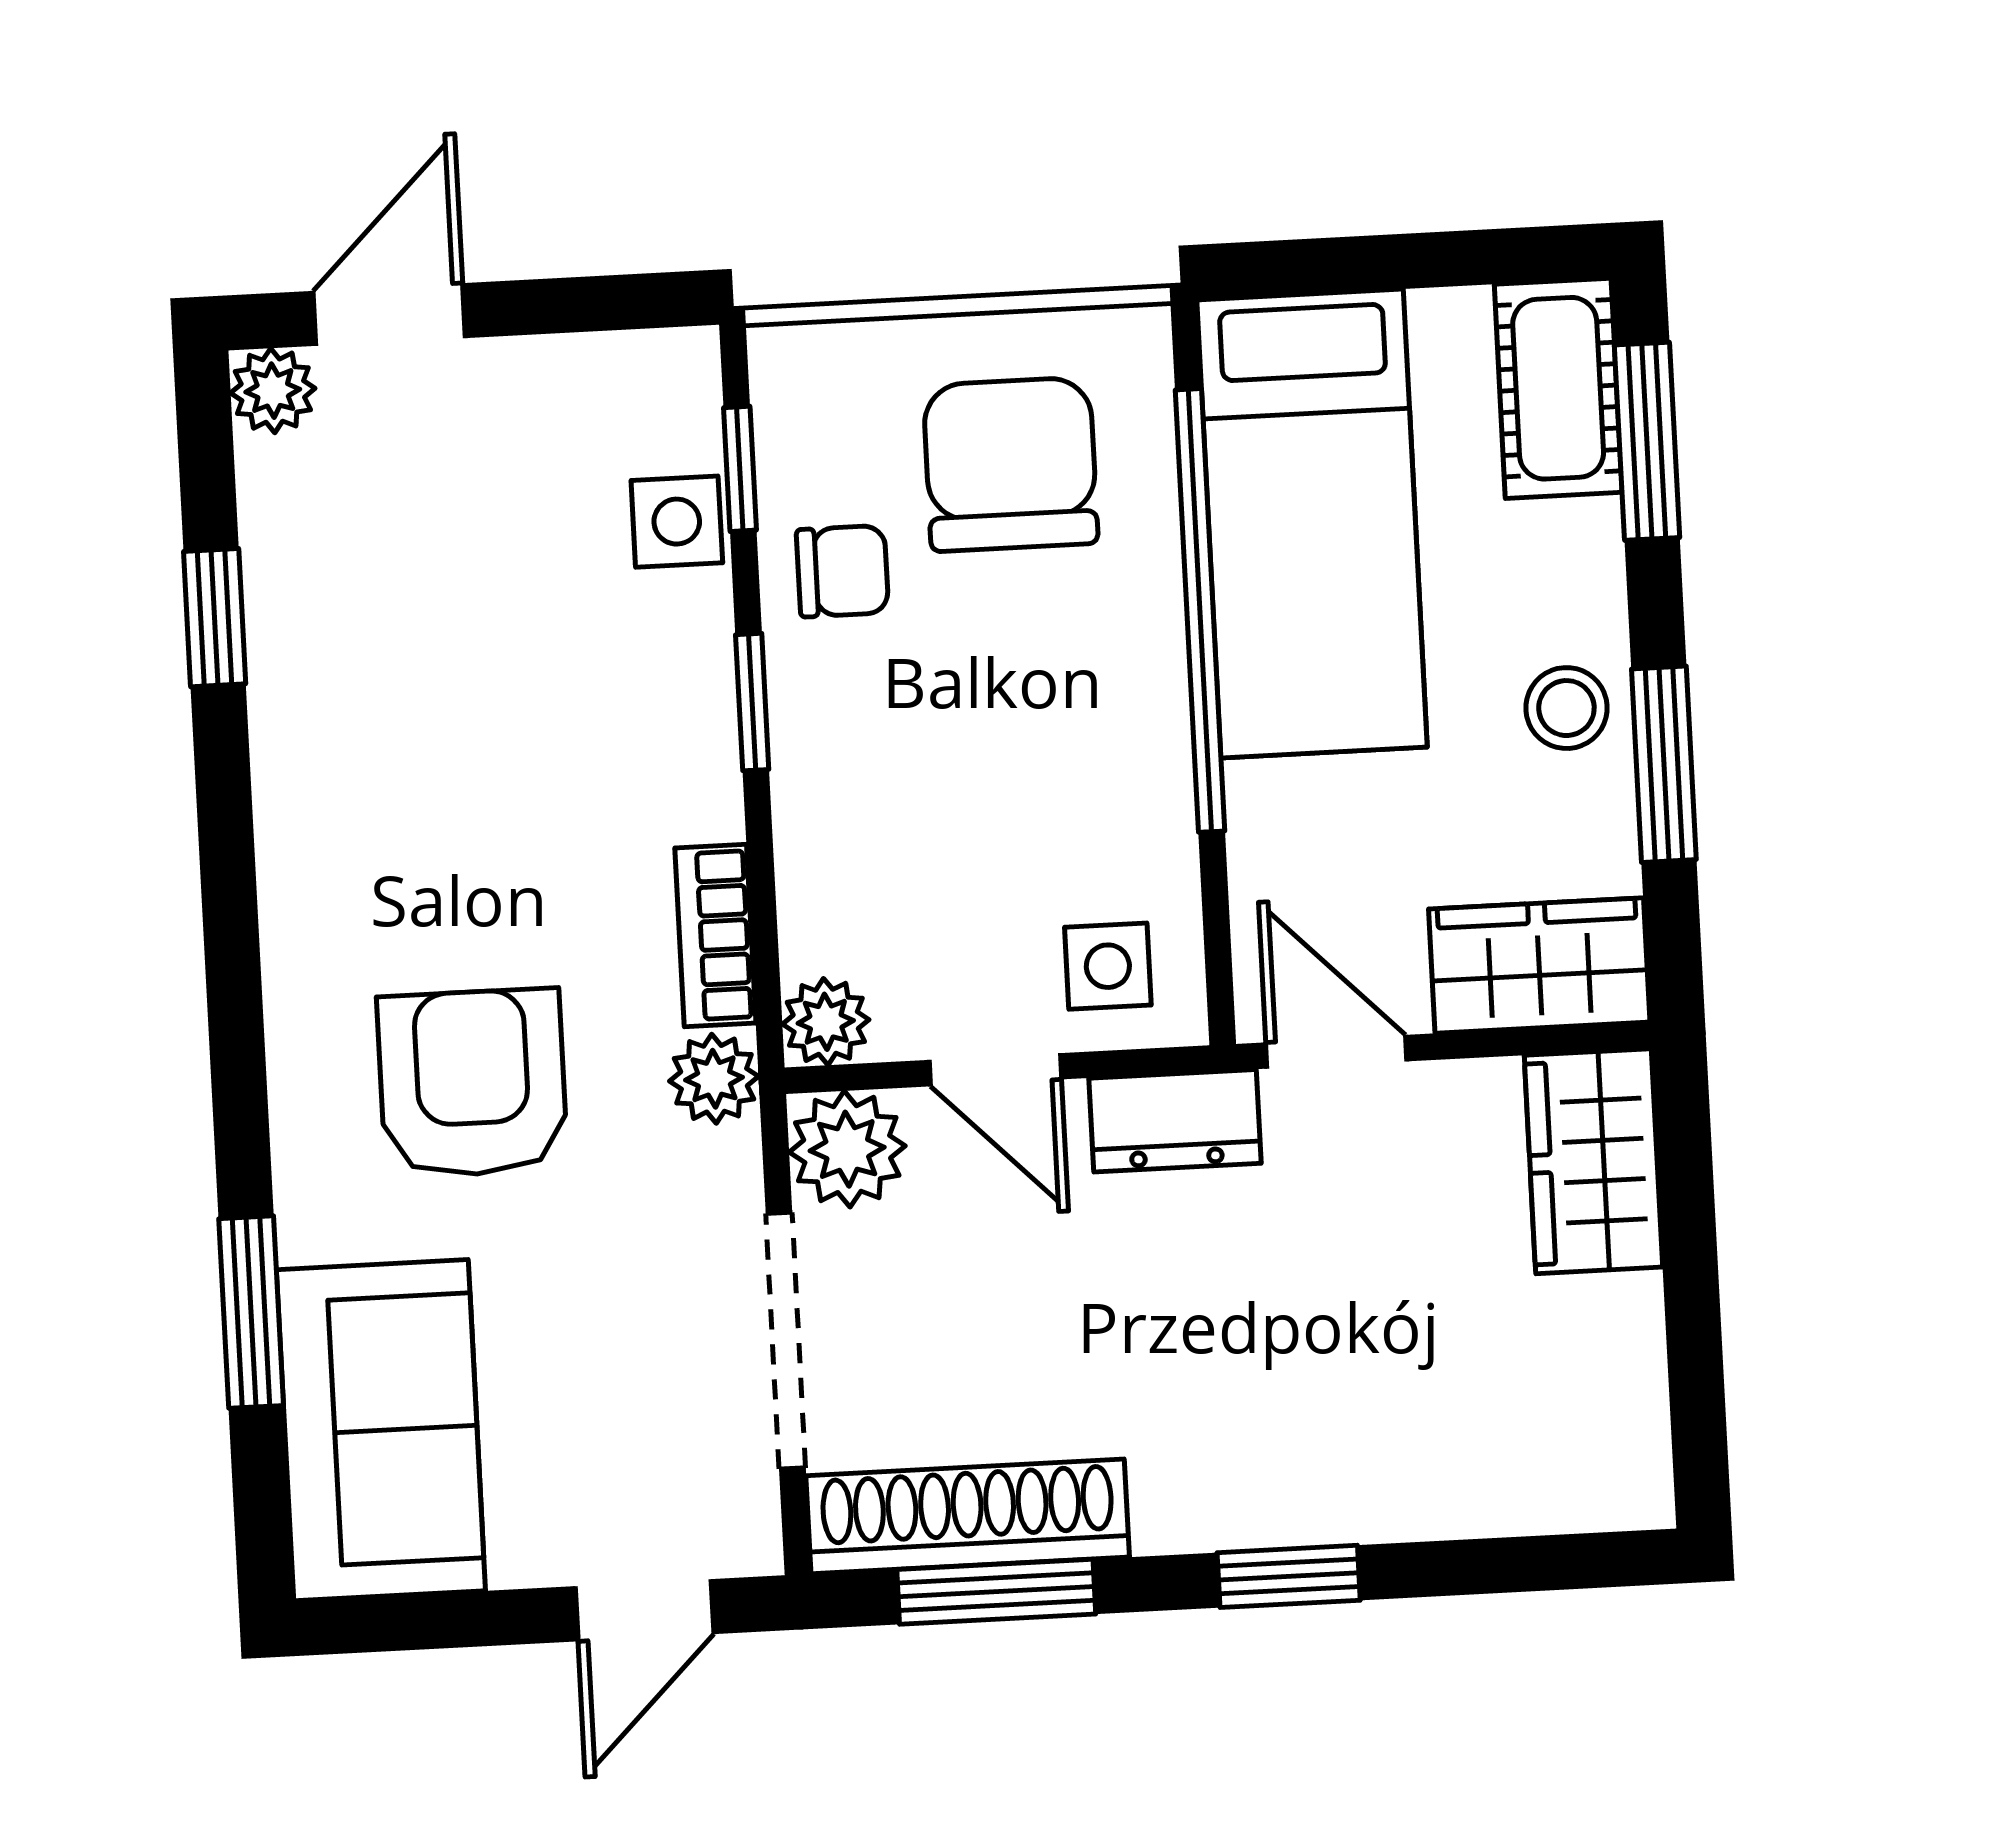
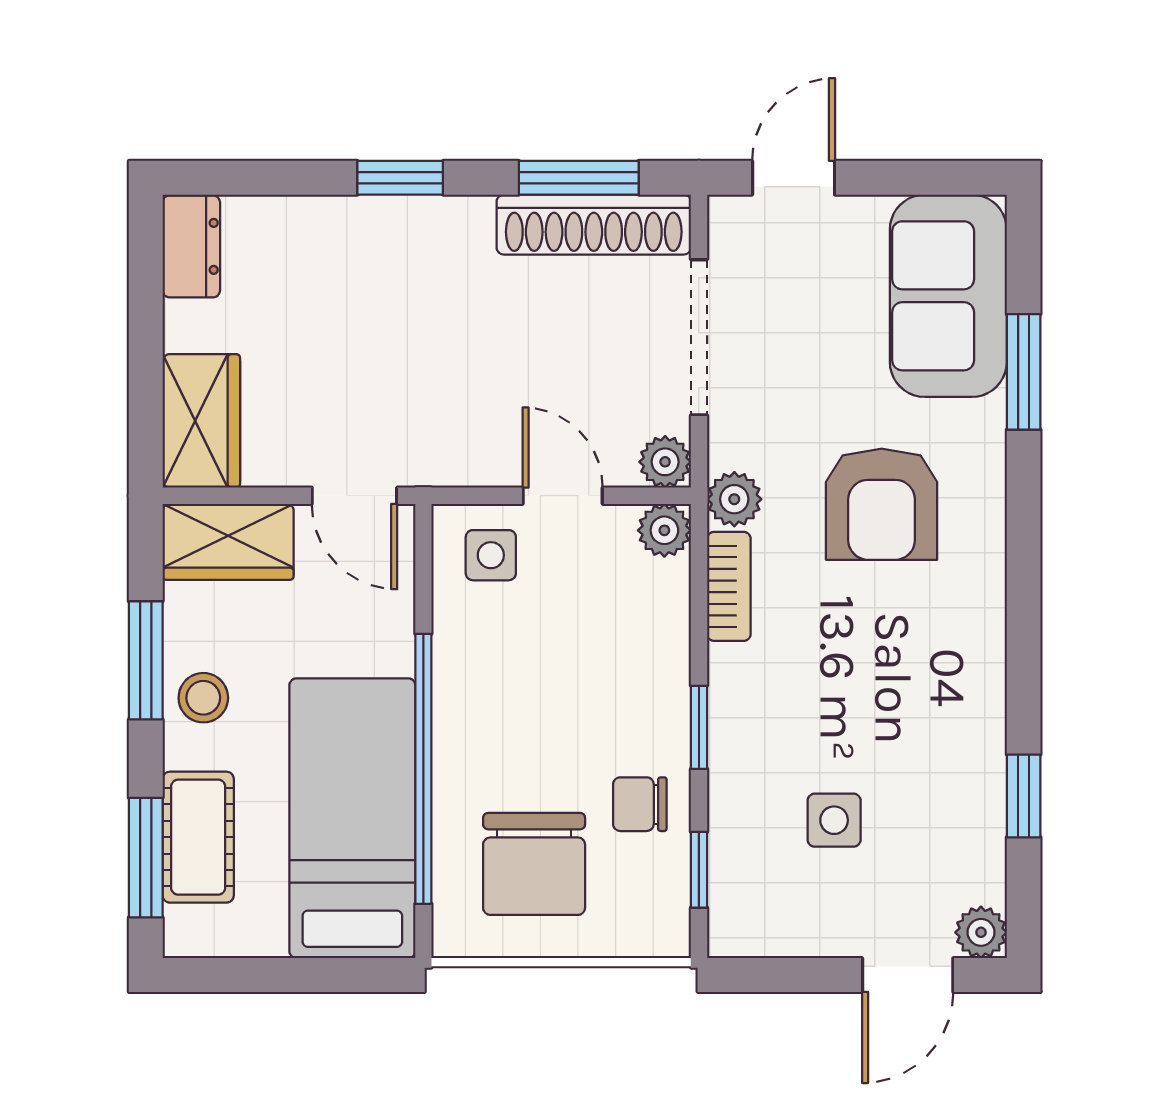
cot: (1558, 388) -> (198, 837), moved
side table: (677, 522) -> (834, 820), moved
dresser: (1175, 1121) -> (191, 246), moved, turned 90
plant: (847, 1149) -> (665, 462), width x0.73, depth x0.73

